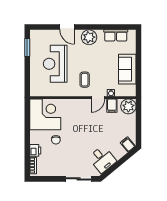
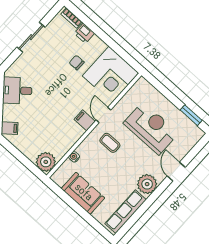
door: (67, 27) -> (176, 172), hinge flipped
row of seats: (116, 35) -> (126, 212), width x1.48
door: (98, 98) -> (103, 115), moved
filing cabinet: (112, 106) -> (85, 120), moved
sliding door: (79, 179) -> (31, 37), moved

